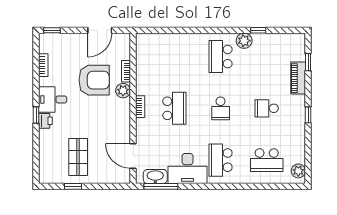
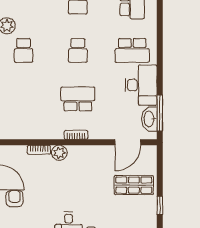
school desk: (221, 57) -> (24, 50), width x0.54
armchair: (94, 80) -> (15, 199), moved, width x0.53, depth x0.53
school desk: (221, 108) -> (78, 50), turned 90
shop shelf: (78, 157) -> (134, 185), moved

